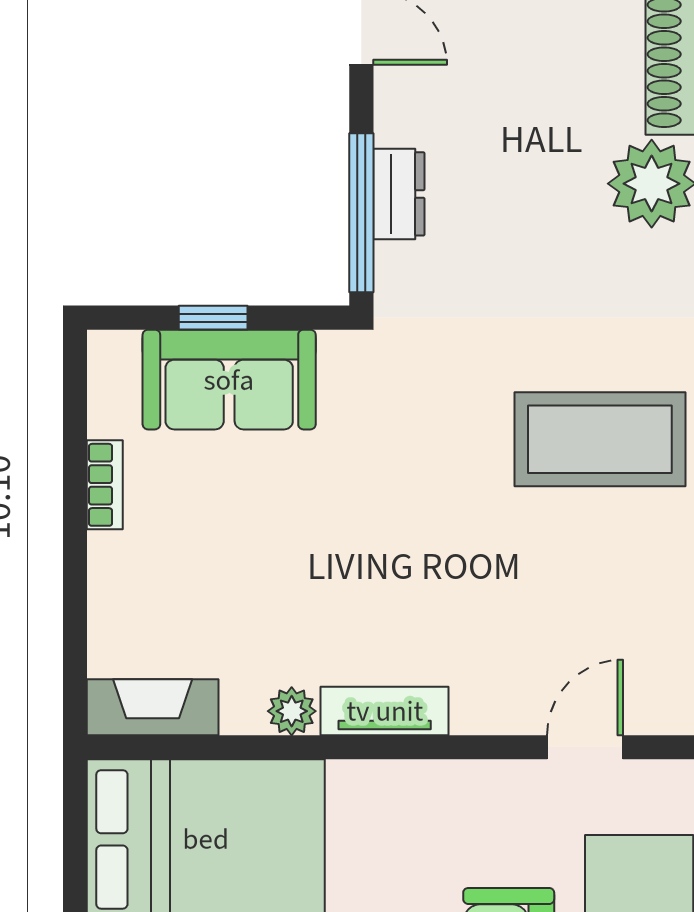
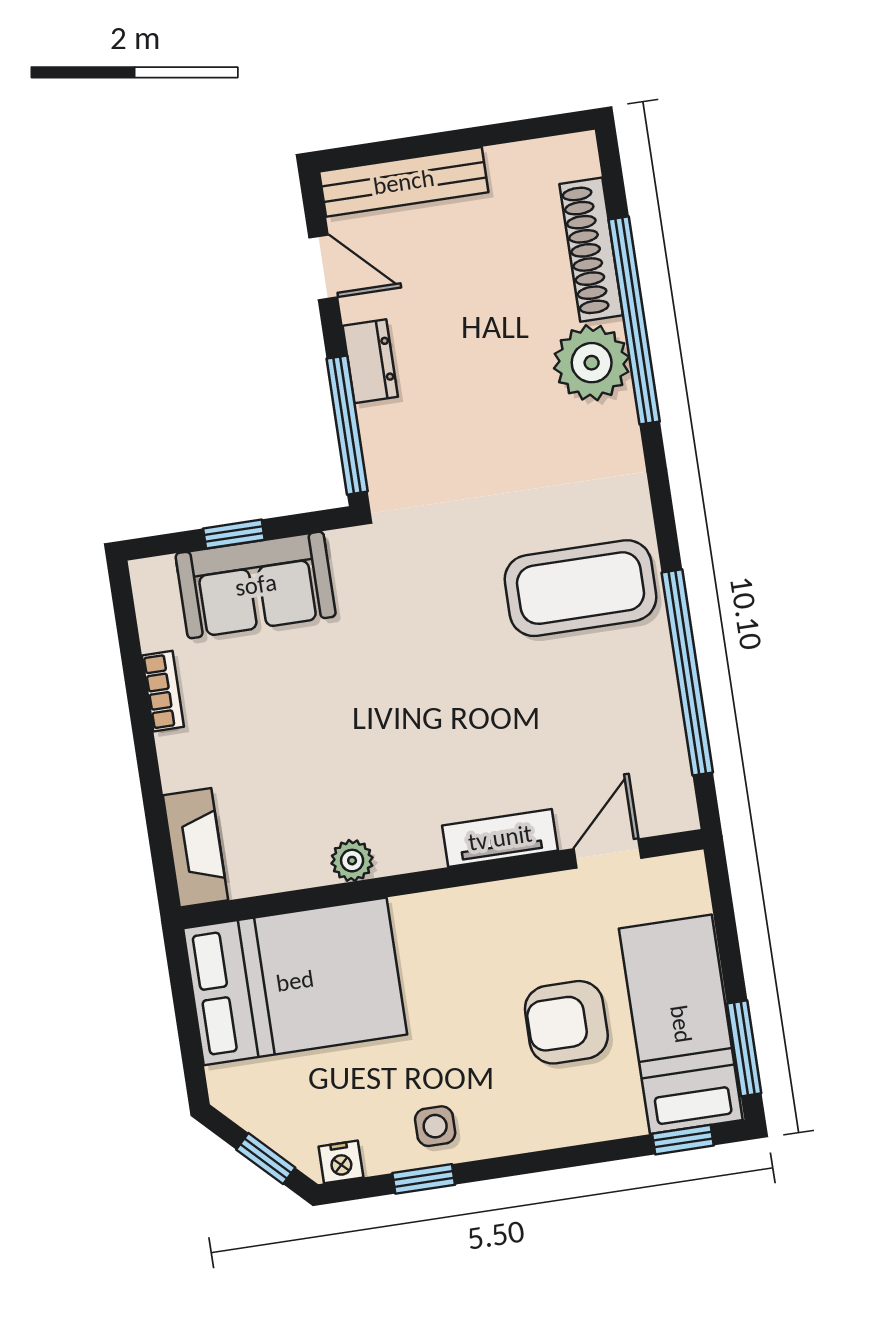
dresser: (399, 194) -> (370, 361), moved
fireplace: (153, 707) -> (195, 848), moved, turned 90
tv unit: (385, 711) -> (500, 838), moved

